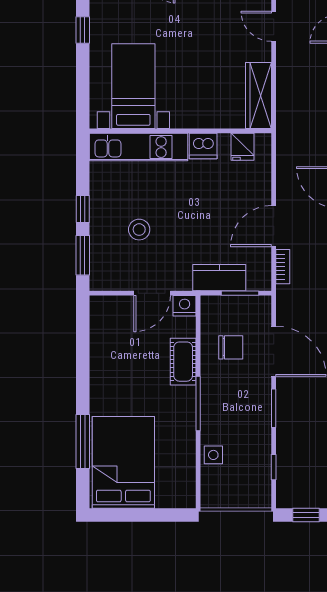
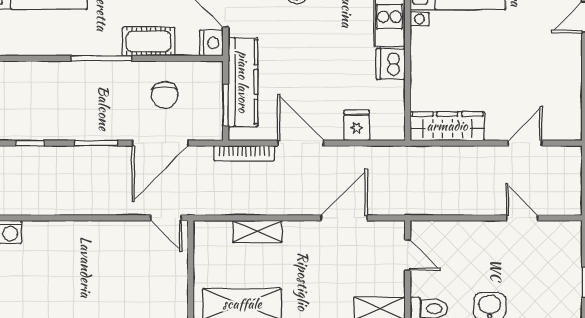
fridge: (242, 147) -> (357, 125), moved, turned 90
bookcase: (283, 267) -> (244, 153), width x1.56
kitchen counter: (219, 278) -> (243, 82), width x1.50
side table: (213, 455) -> (44, 75), removed

